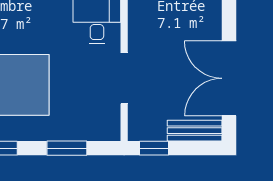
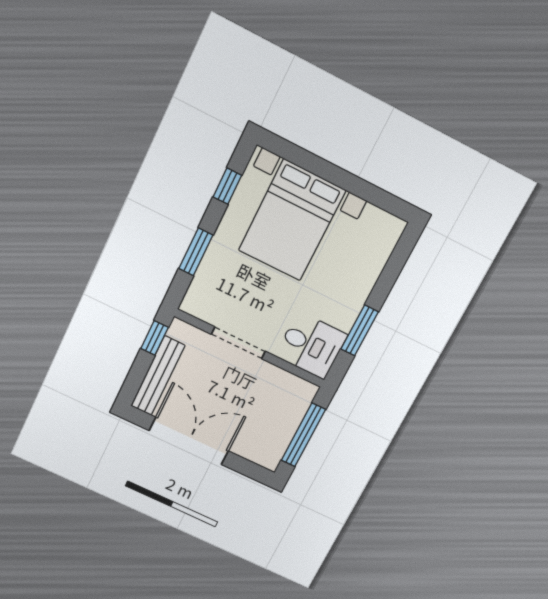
bench: (195, 131) -> (158, 376), width x1.36

